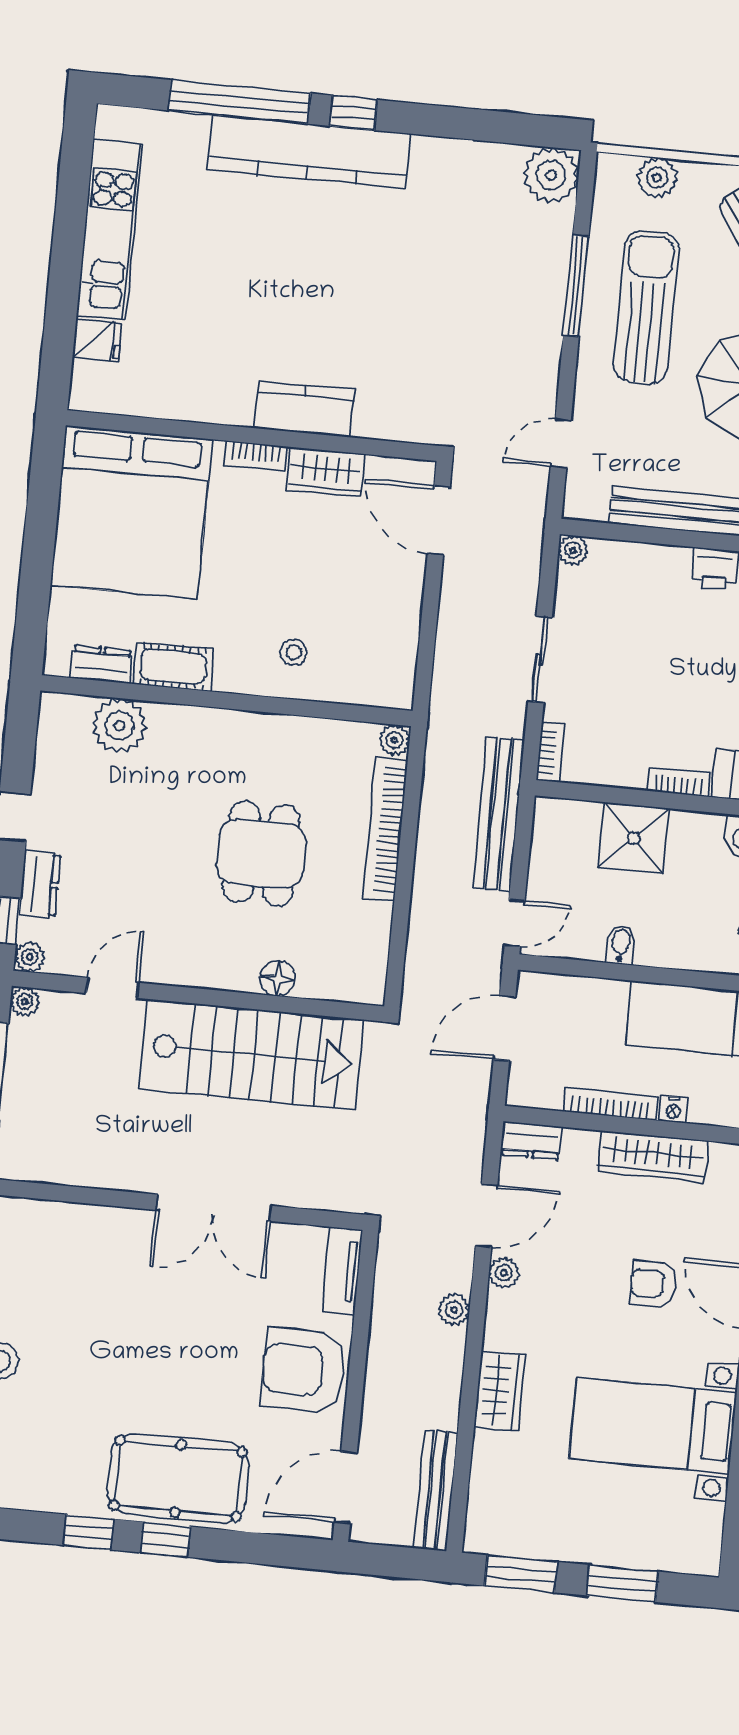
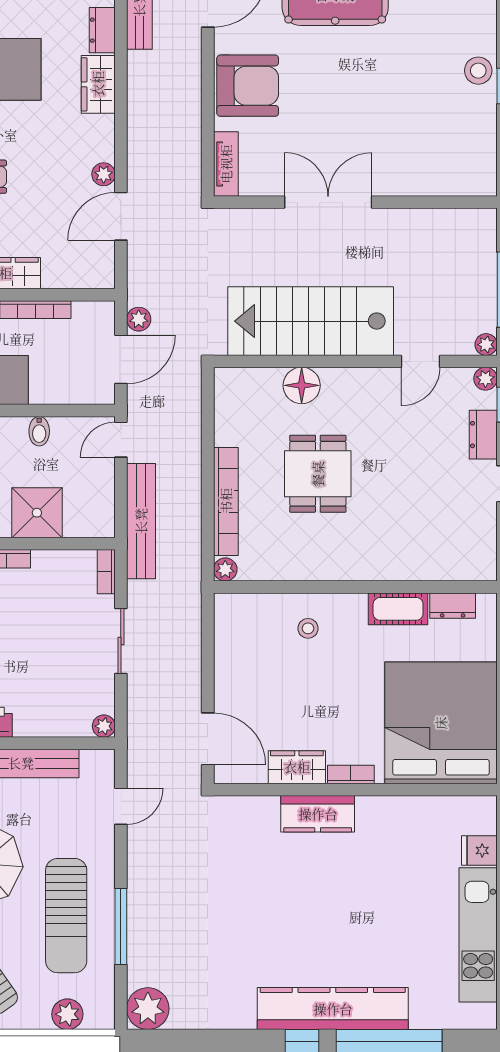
plant: (120, 726) -> (434, 560), removed
floor lamp: (277, 978) -> (302, 385), width x1.38, depth x1.38
dresser: (531, 1141) -> (102, 30), moved, turned -90
plant: (454, 1310) -> (139, 319), moved

